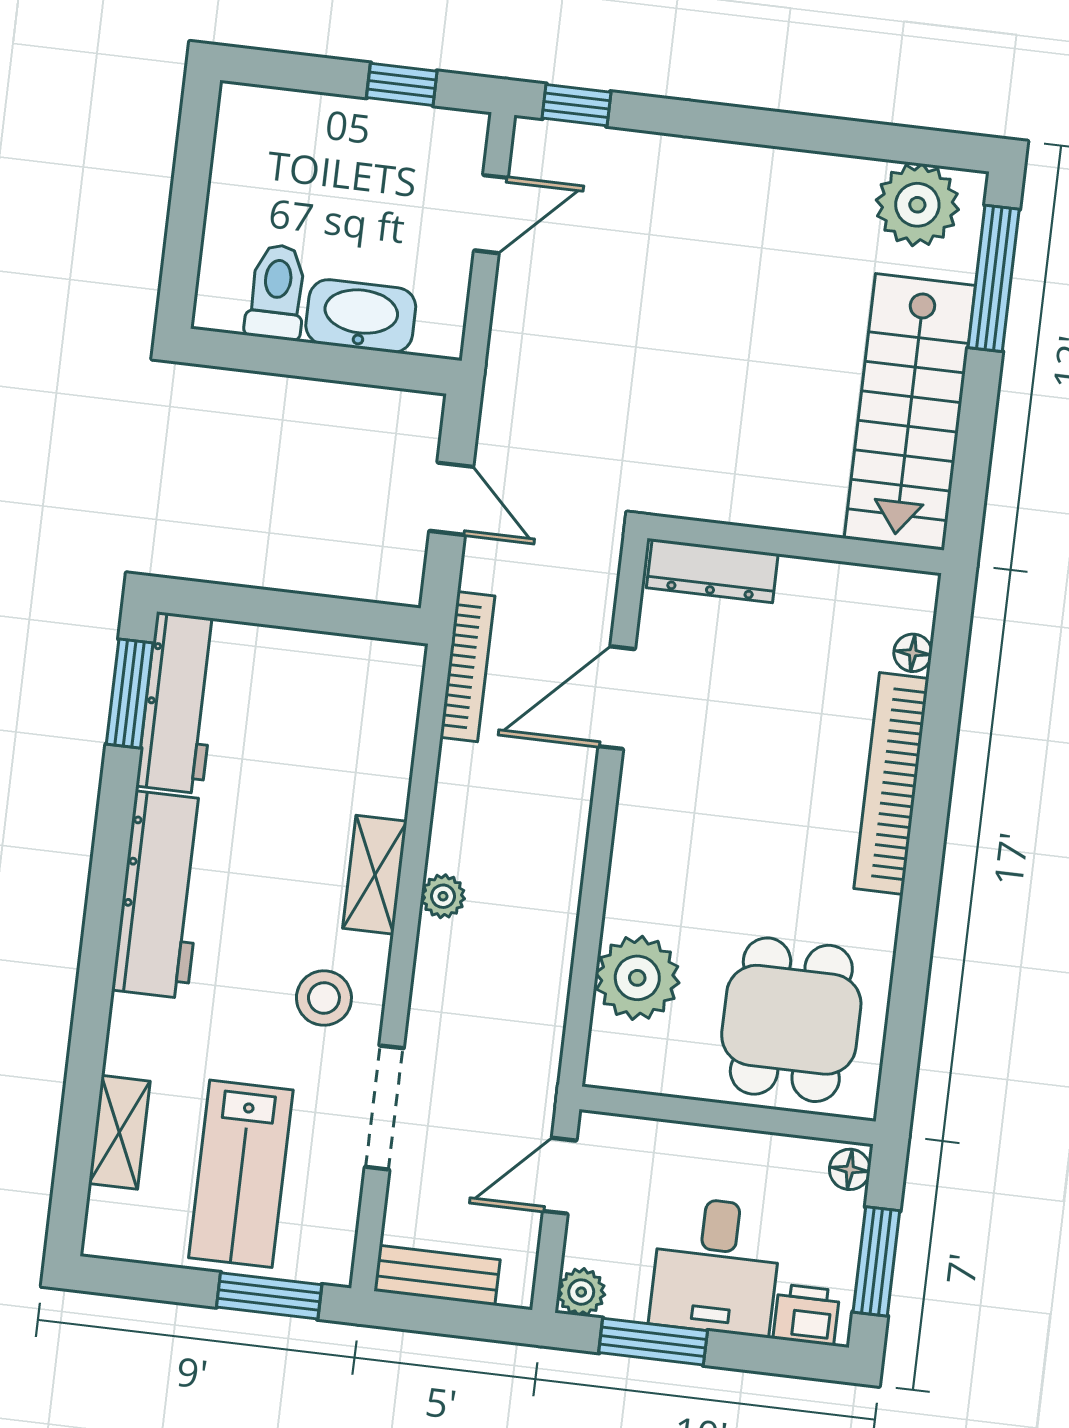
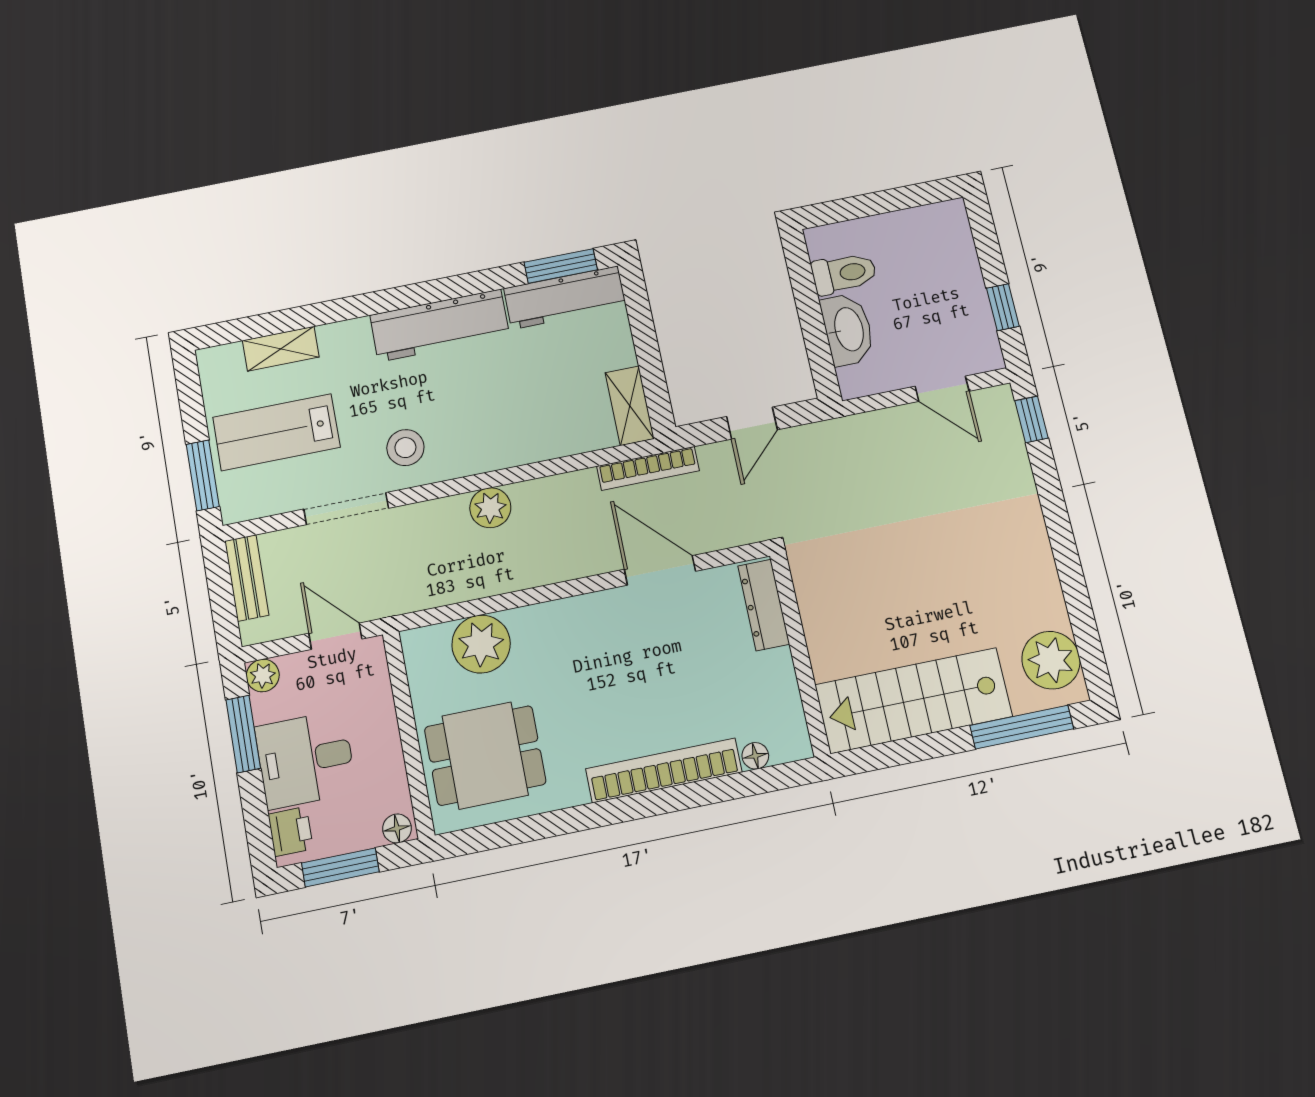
shelving: (375, 875) -> (630, 406), moved, turned 90
plant: (443, 896) -> (490, 508), width x1.38, depth x1.38

